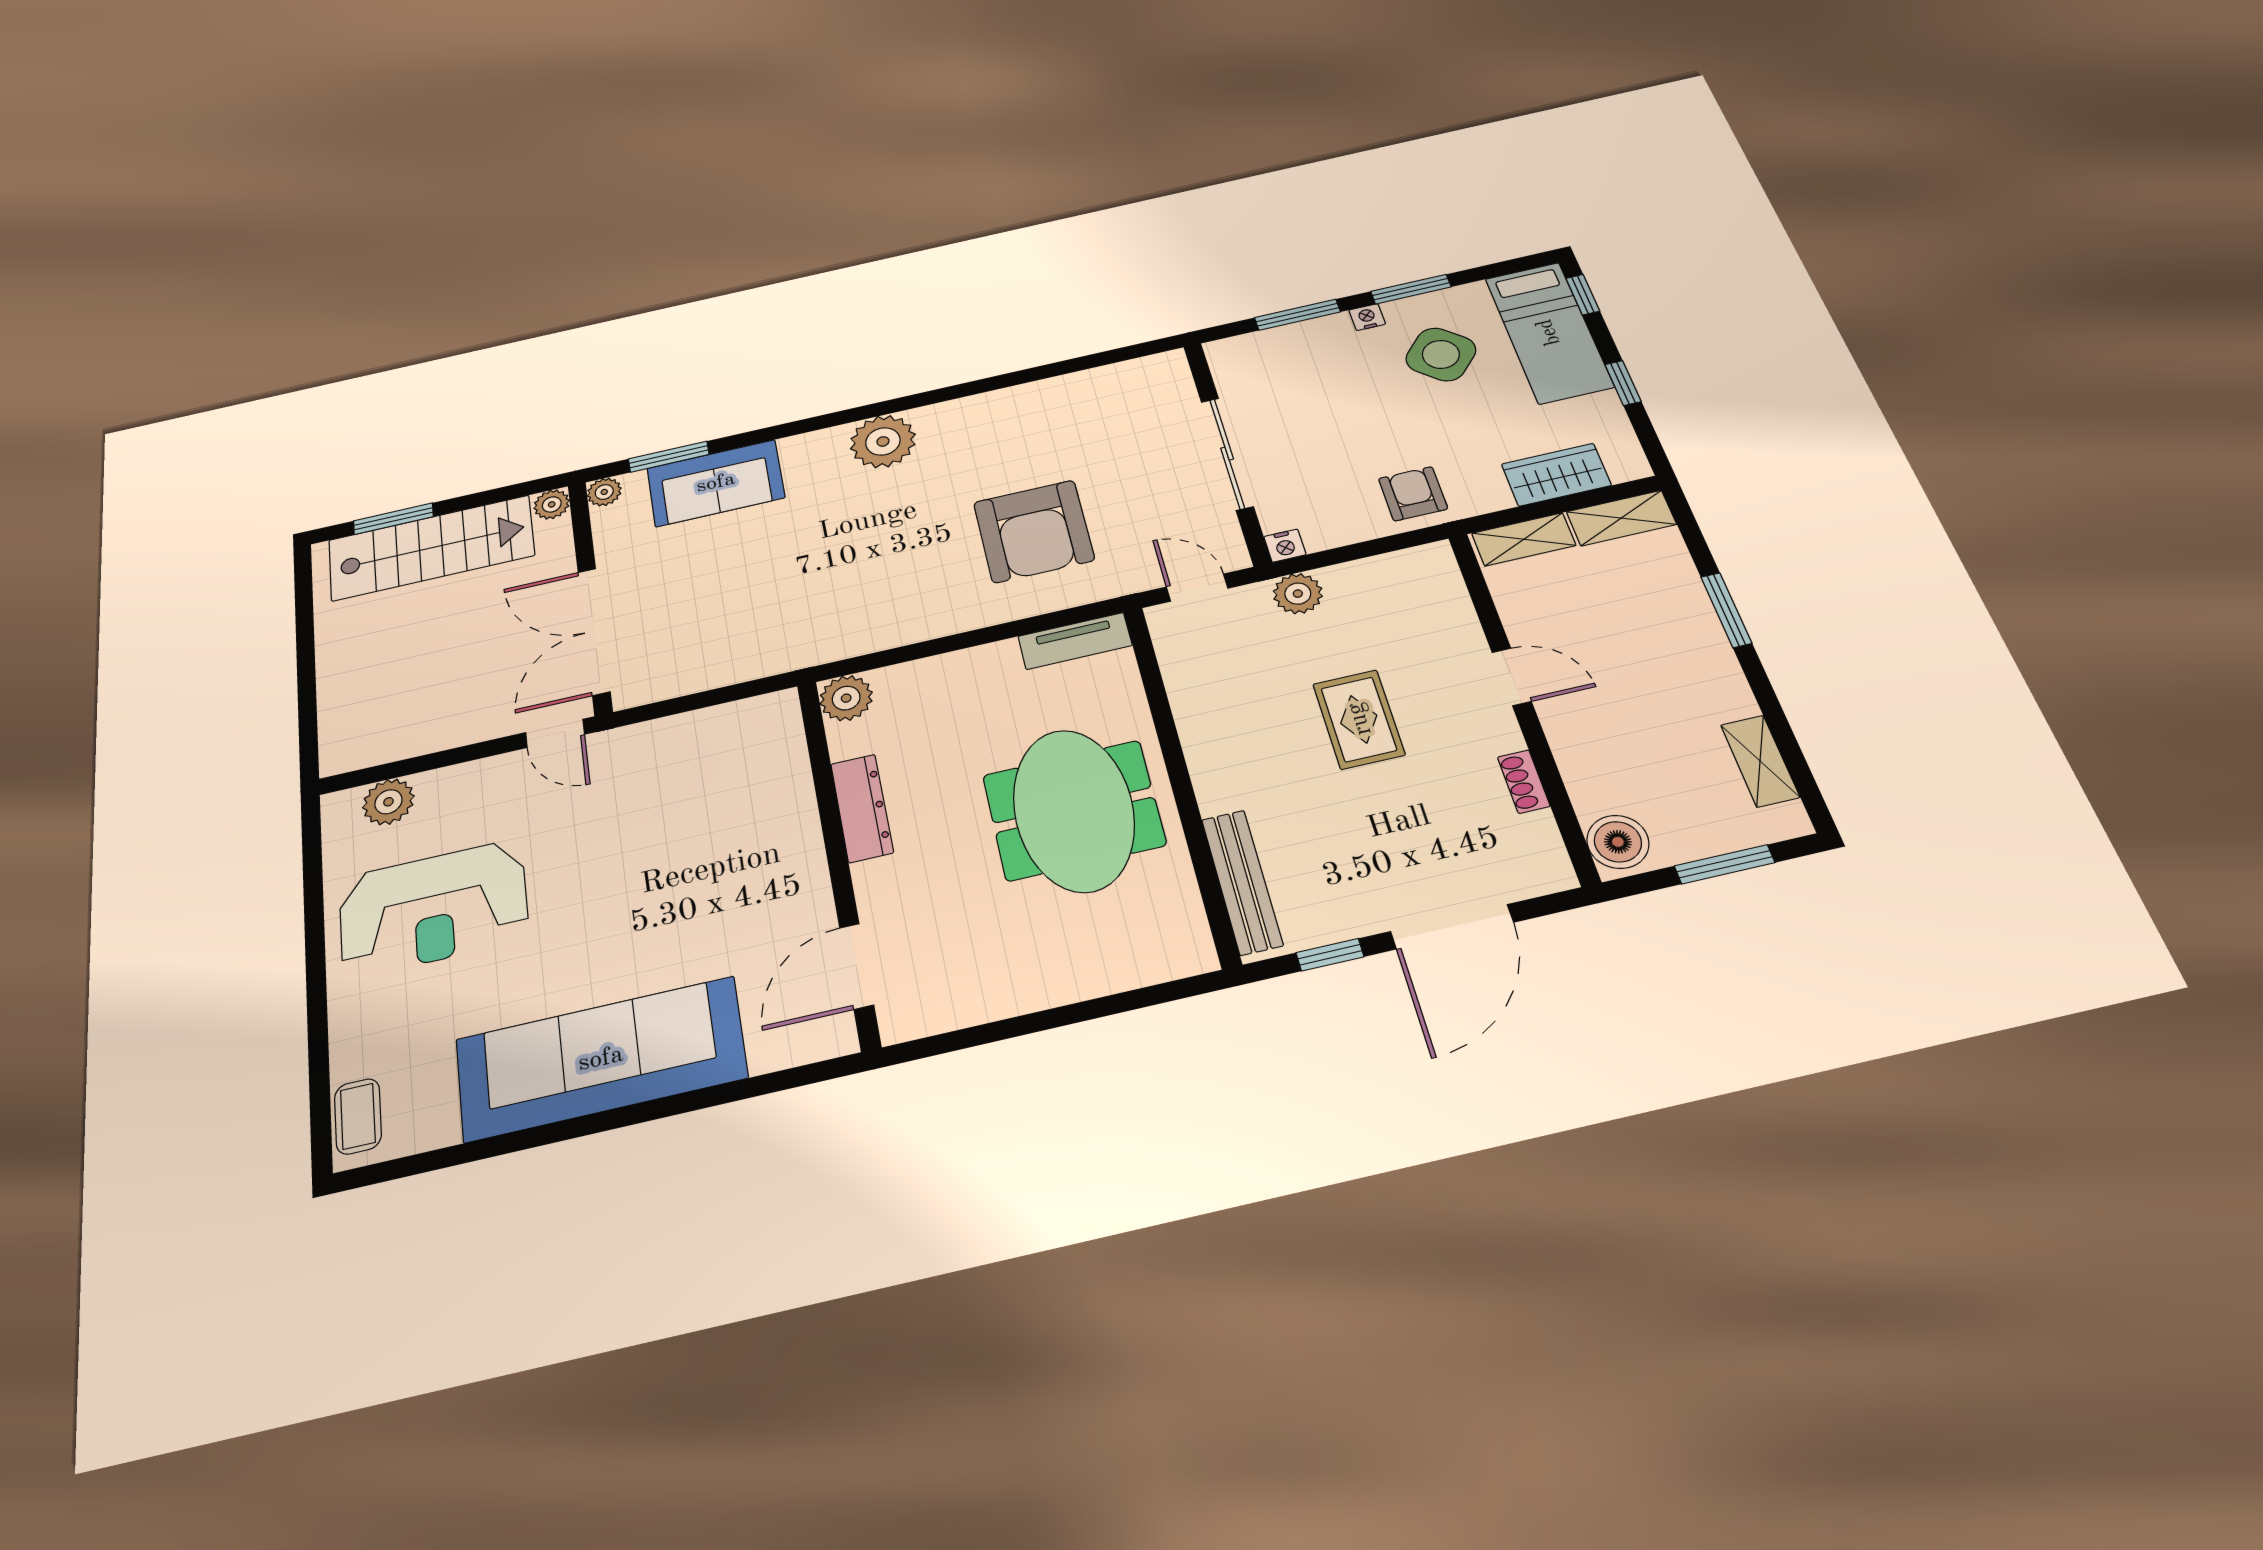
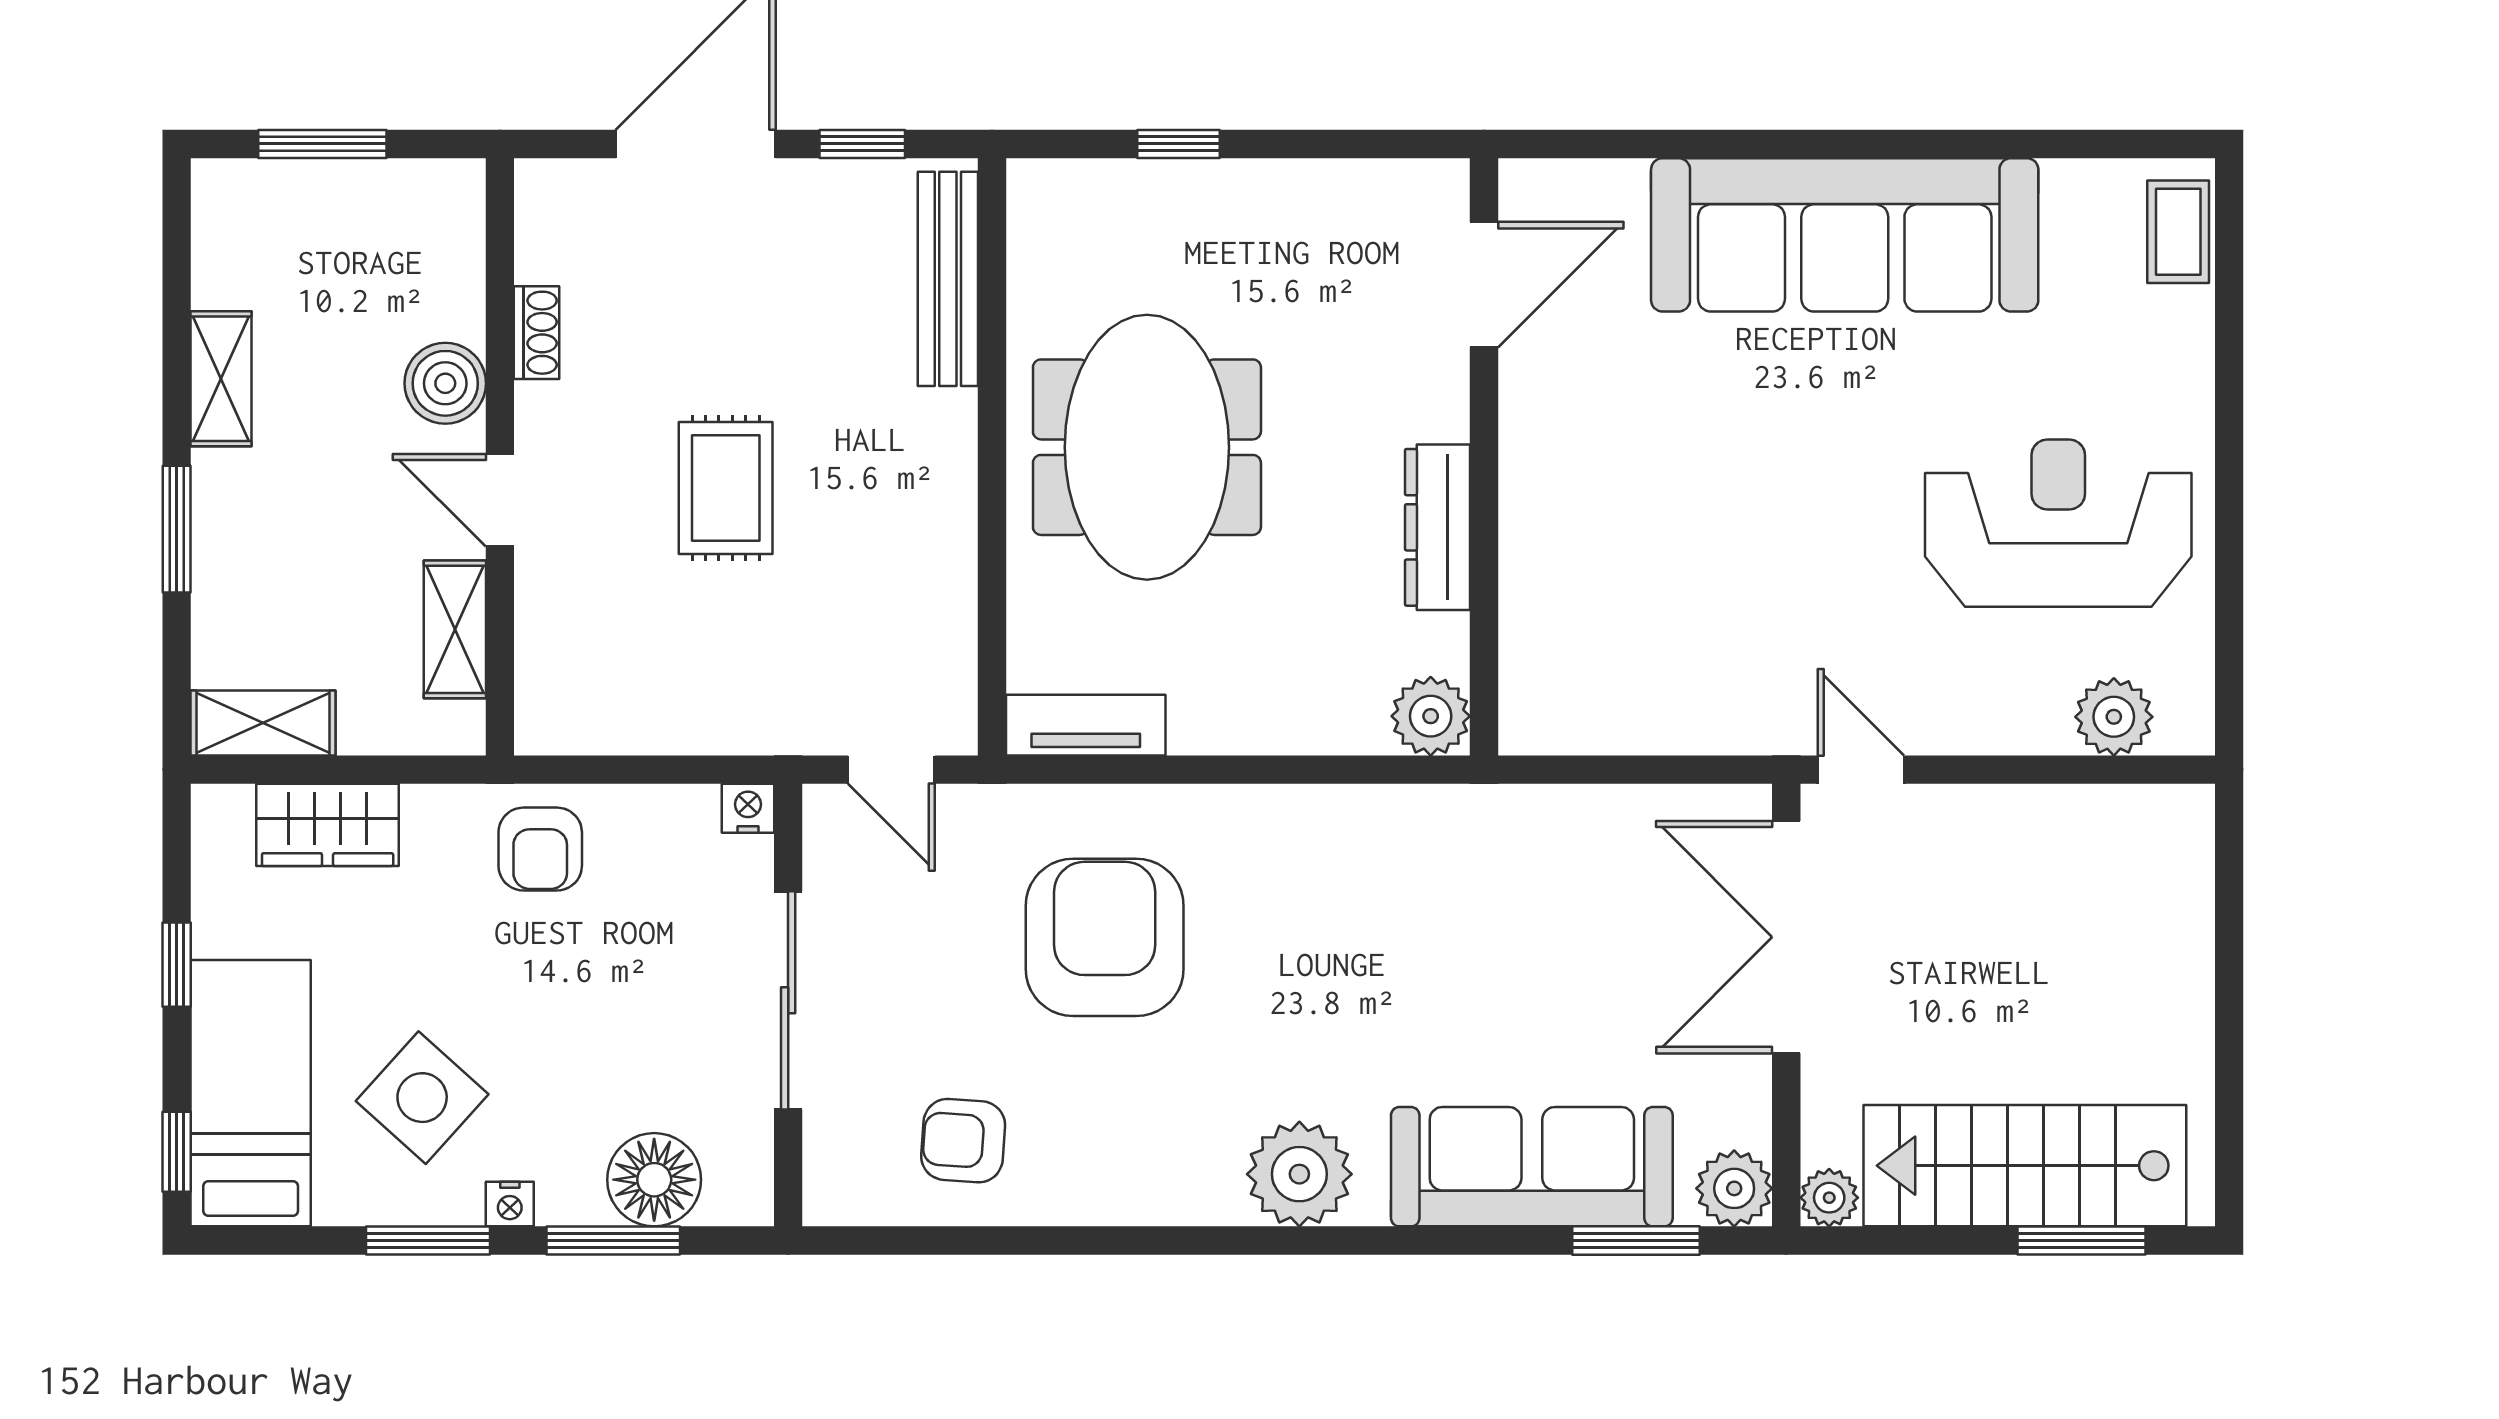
floor lamp: (1282, 348) -> (654, 1180), added
armchair: (1096, 410) -> (963, 1141), added
sofa: (716, 483) -> (1532, 1167), width x1.36
plant: (604, 492) -> (1734, 1188), width x1.38, depth x1.38
shelving: (1524, 539) -> (455, 629), moved, turned 90
plant: (1298, 594) -> (752, 719), removed
double door: (594, 631) -> (1786, 937), swing flipped
shelving: (1760, 761) -> (221, 379), moved
boiler: (1618, 842) -> (445, 383), moved
window: (1098, 1008) -> (1178, 144), added

